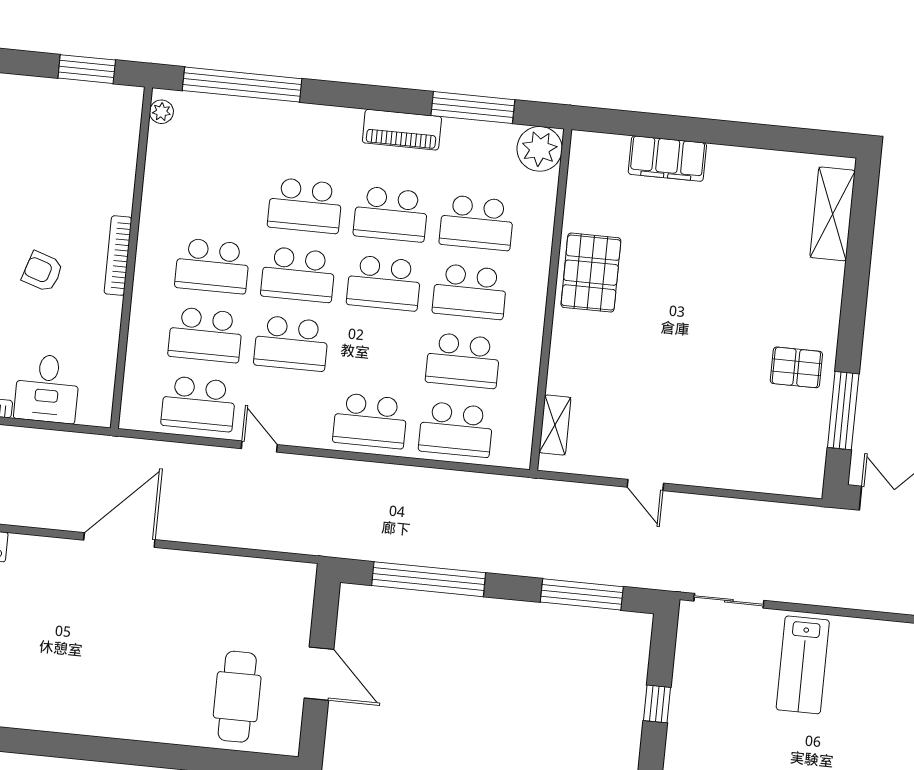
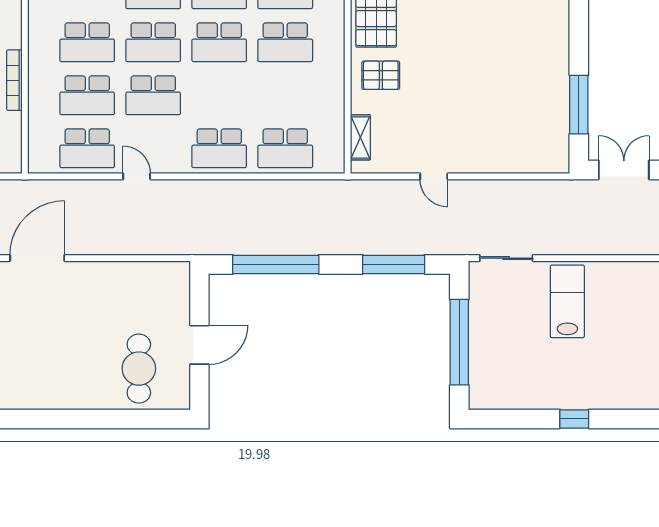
bookcase: (118, 256) -> (14, 80), moved
school desk: (463, 361) -> (285, 95), removed
pallet: (796, 367) -> (381, 75), moved
lab bench: (803, 665) -> (567, 301), turned 180
door: (319, 674) -> (199, 345), hinge flipped
window: (657, 704) -> (459, 342), width x3.17

